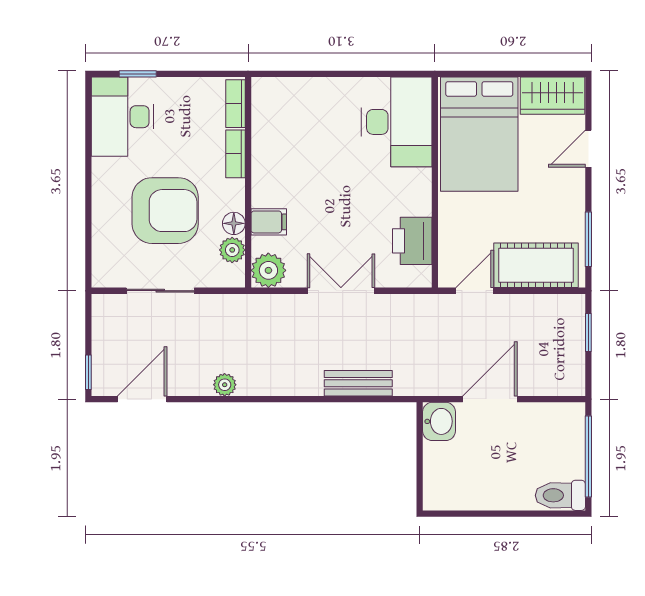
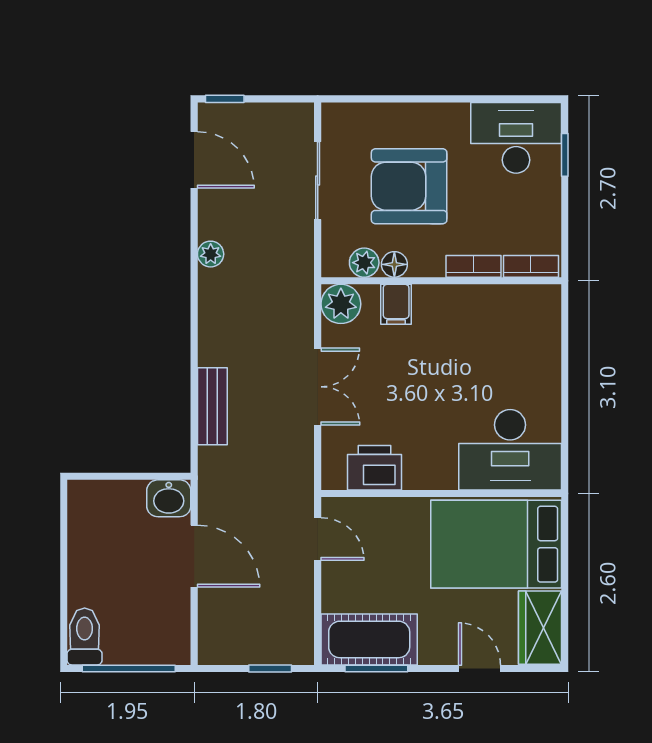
armchair: (165, 211) -> (409, 186), turned 90
cot: (536, 265) -> (369, 639), moved, turned 90

